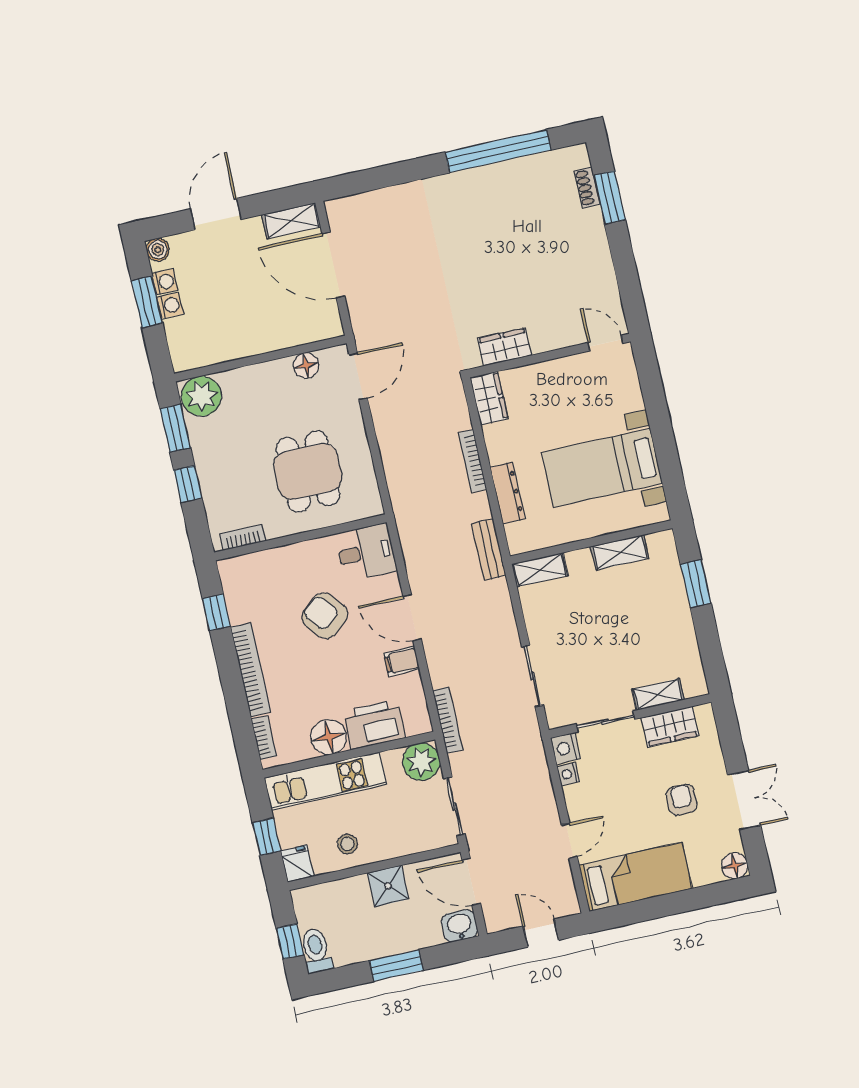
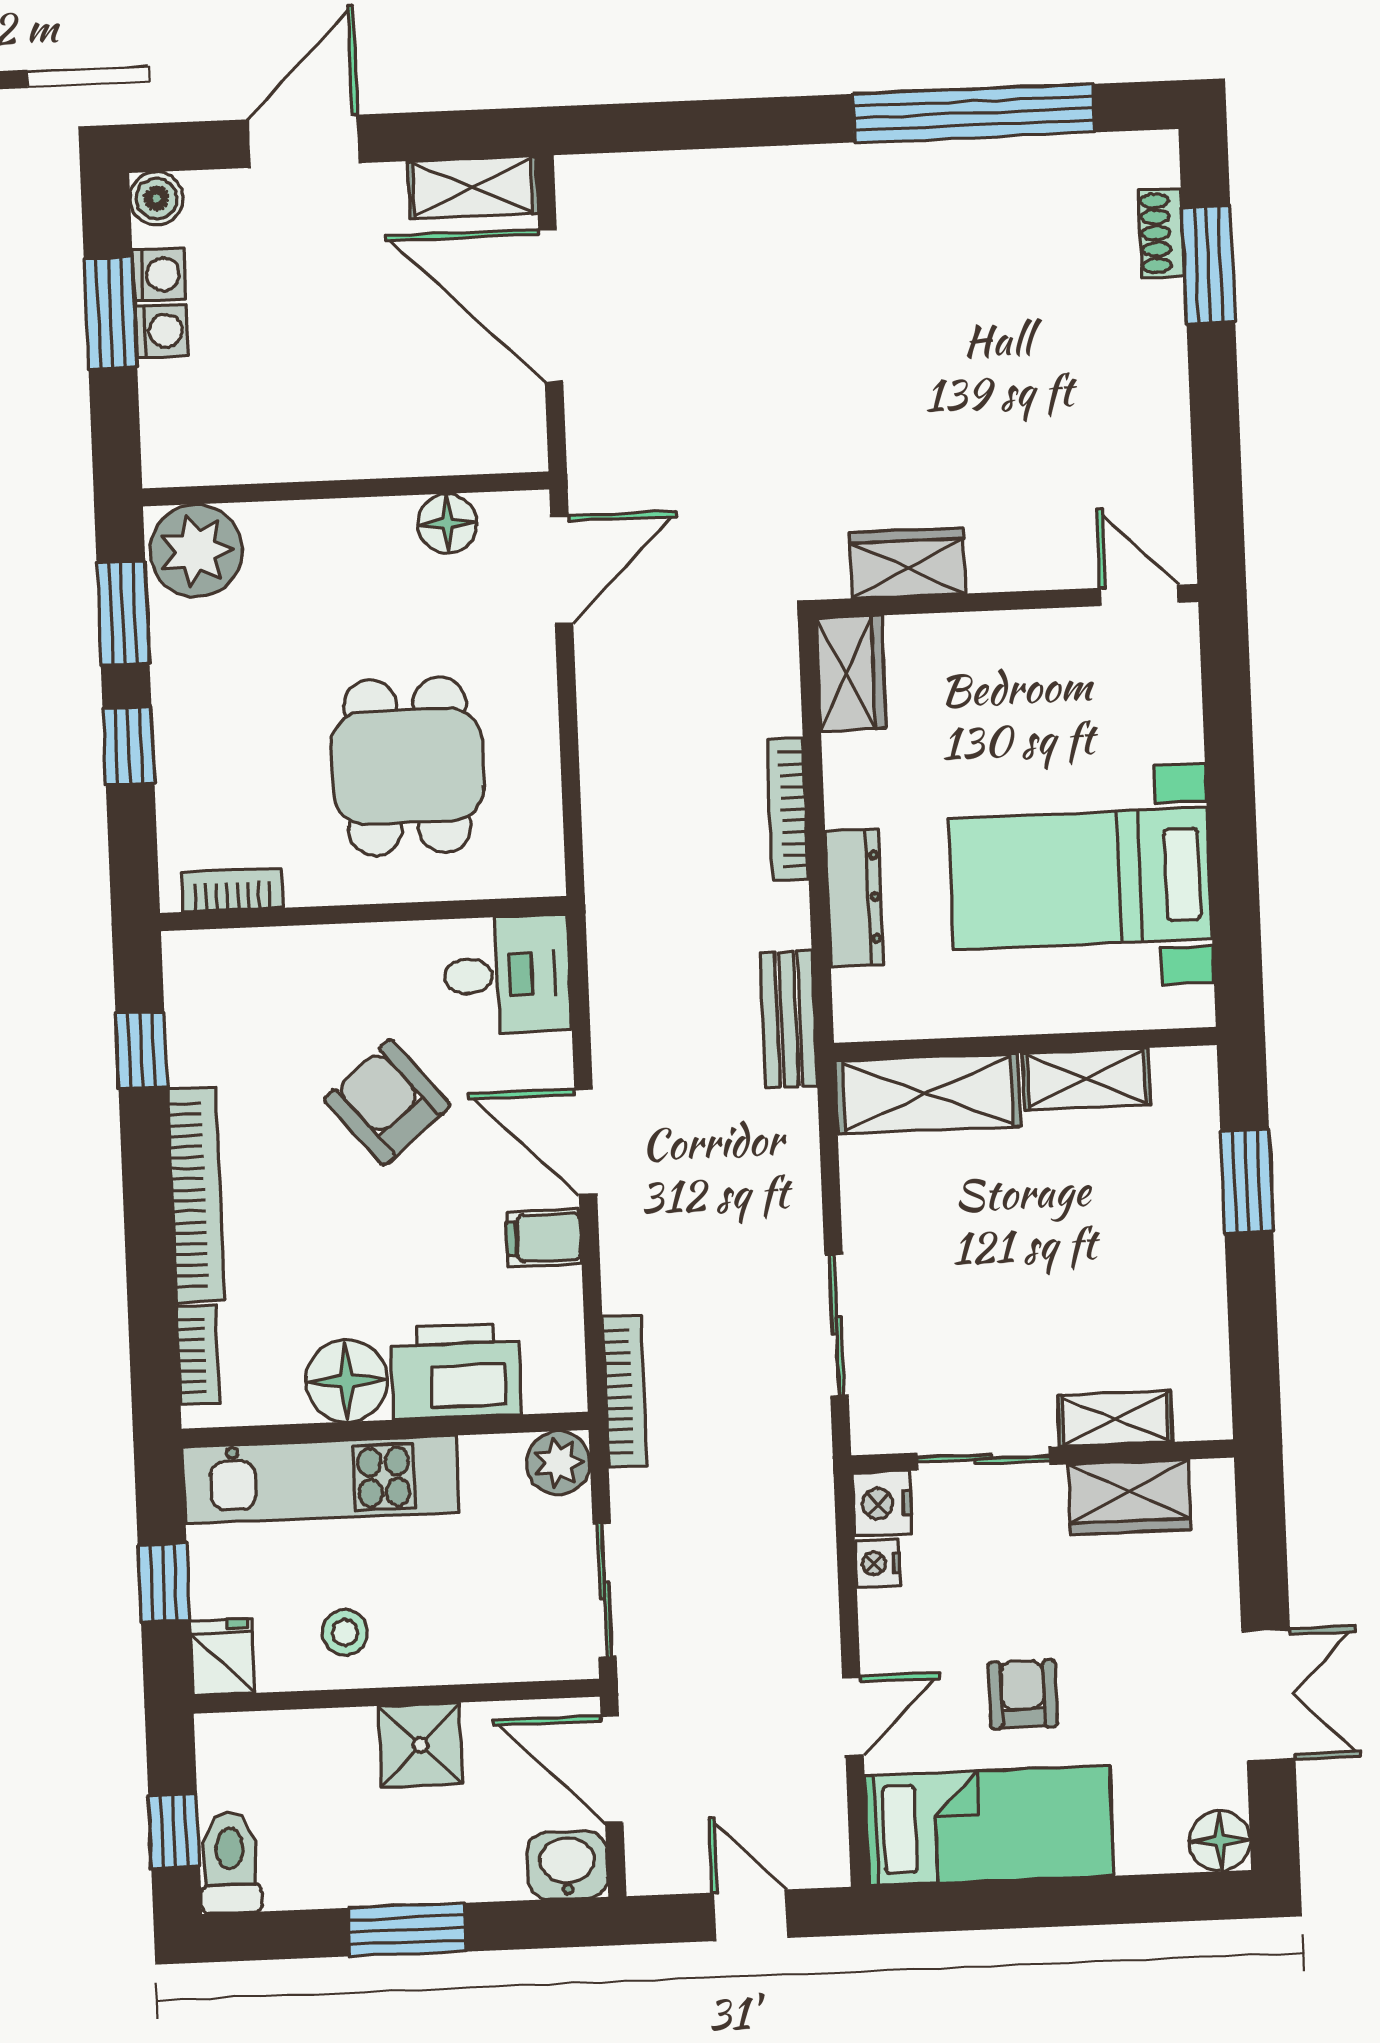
shelving: (540, 570) -> (927, 1094), width x1.50, depth x1.33
plant: (421, 762) -> (558, 1463), width x0.73, depth x0.73
armchair: (682, 800) -> (1023, 1694), moved

